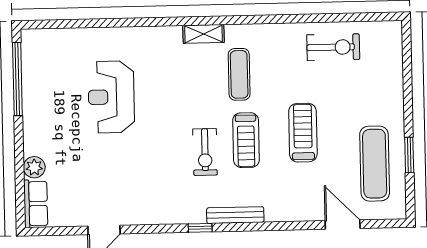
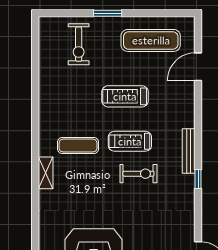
exercise bike: (333, 47) -> (79, 44), moved, turned 180
treadmill: (246, 140) -> (130, 141), turned 180
window: (409, 155) -> (108, 13), moved

